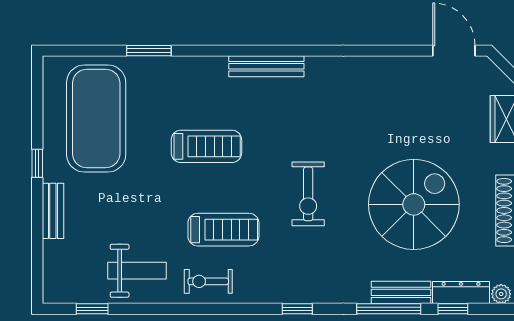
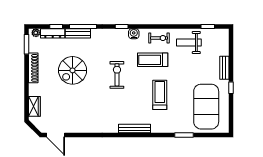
treadmill: (206, 146) -> (160, 95), turned 90
spiral stairs: (414, 204) -> (73, 70), width x0.73, depth x0.73
water cooler: (268, 292) -> (134, 34), added

